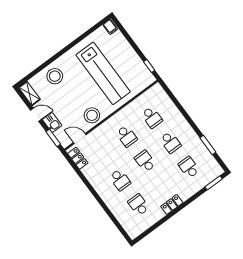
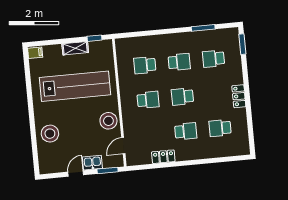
shelving: (29, 93) -> (75, 48), moved
school desk: (152, 117) -> (145, 65), turned 180
locker: (78, 158) -> (163, 157), moved

